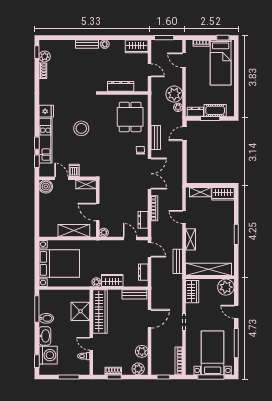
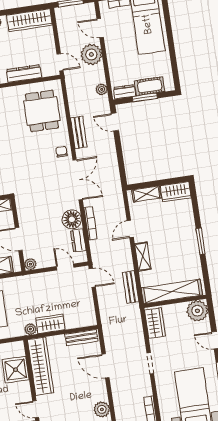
wardrobe: (137, 46) -> (29, 20), width x1.50
door: (149, 70) -> (60, 62), moved
plant: (174, 94) -> (91, 54), moved
door: (185, 134) -> (115, 122), hinge flipped
floor lamp: (141, 203) -> (72, 219), added
door: (184, 217) -> (130, 229), hinge flipped
dresser: (143, 272) -> (89, 307), removed
door: (149, 319) -> (105, 366), swing flipped

